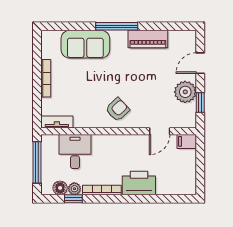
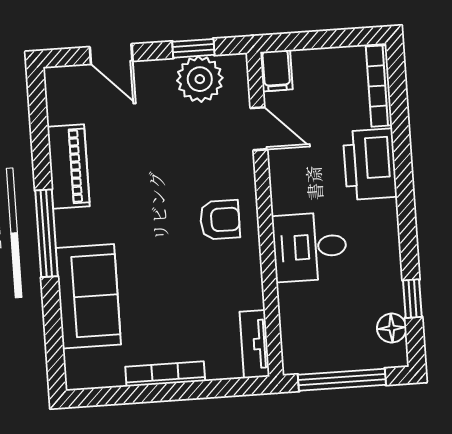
plant: (185, 92) -> (200, 79), moved
armchair: (117, 110) -> (220, 220), turned 133
desk: (75, 152) -> (310, 247), moved
plant: (74, 189) -> (391, 298), removed
bookcase: (102, 190) -> (379, 86), moved

